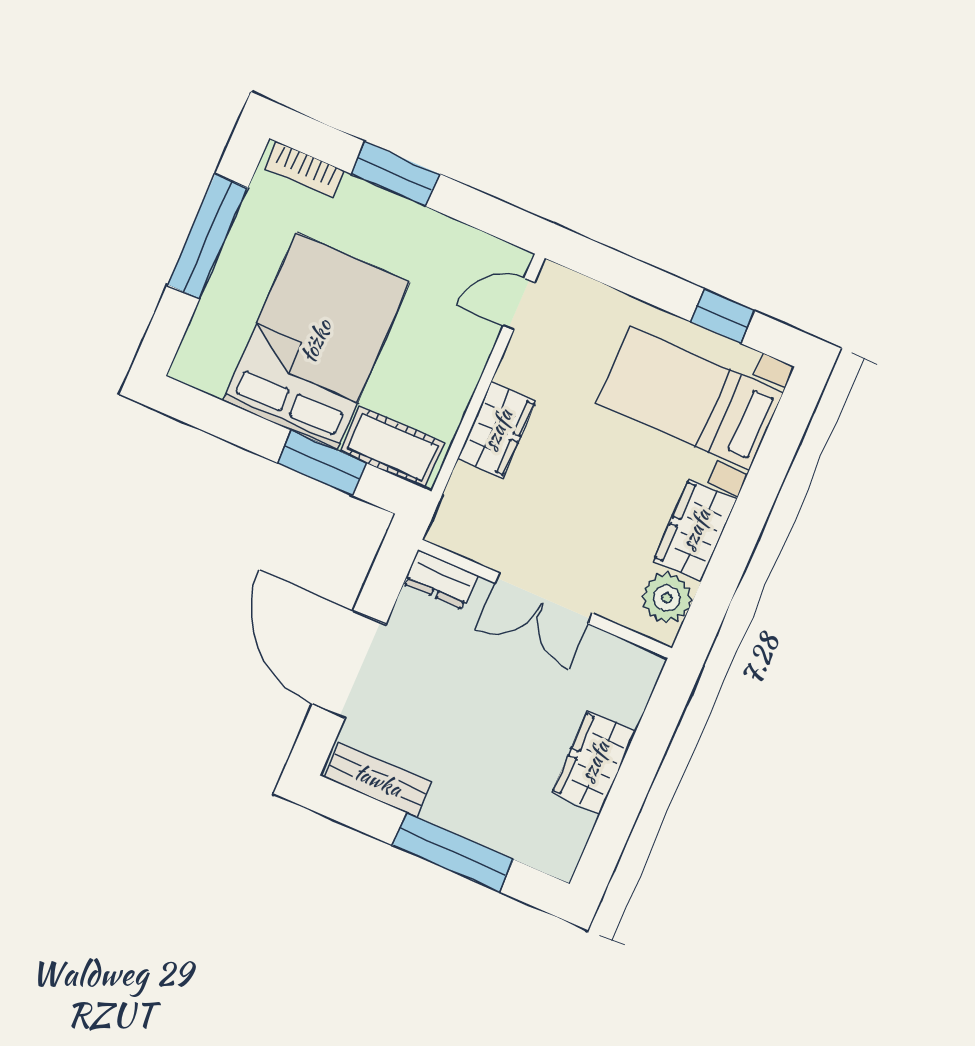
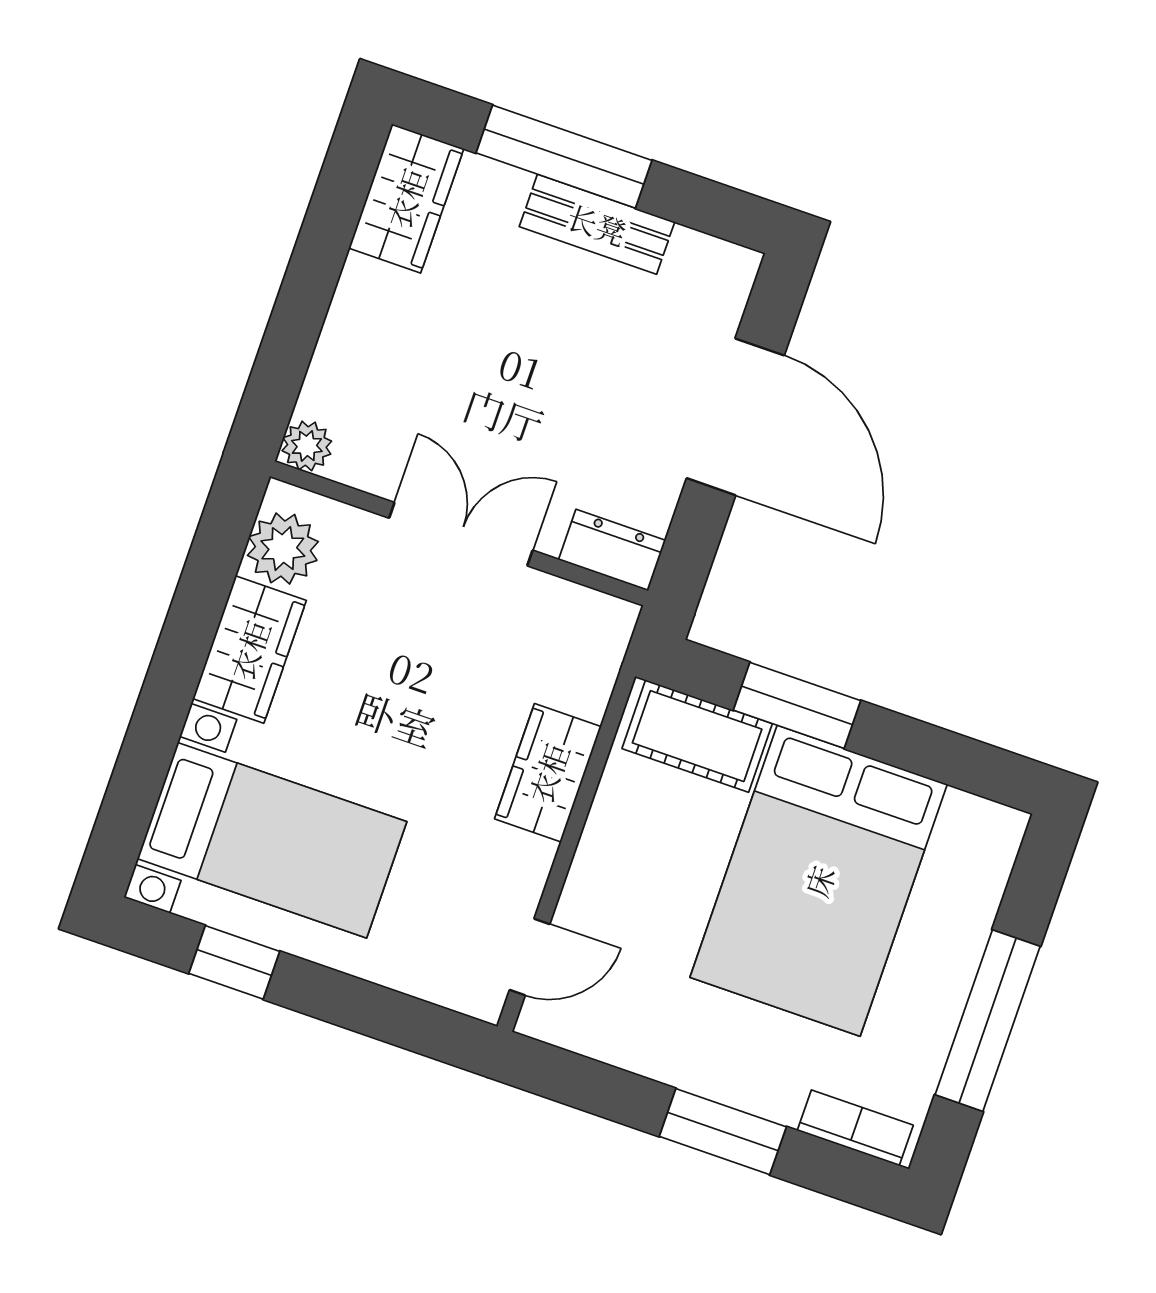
plant: (645, 667) -> (307, 446), added
wardrobe: (594, 762) -> (406, 198), moved
bench: (378, 780) -> (597, 224), moved

